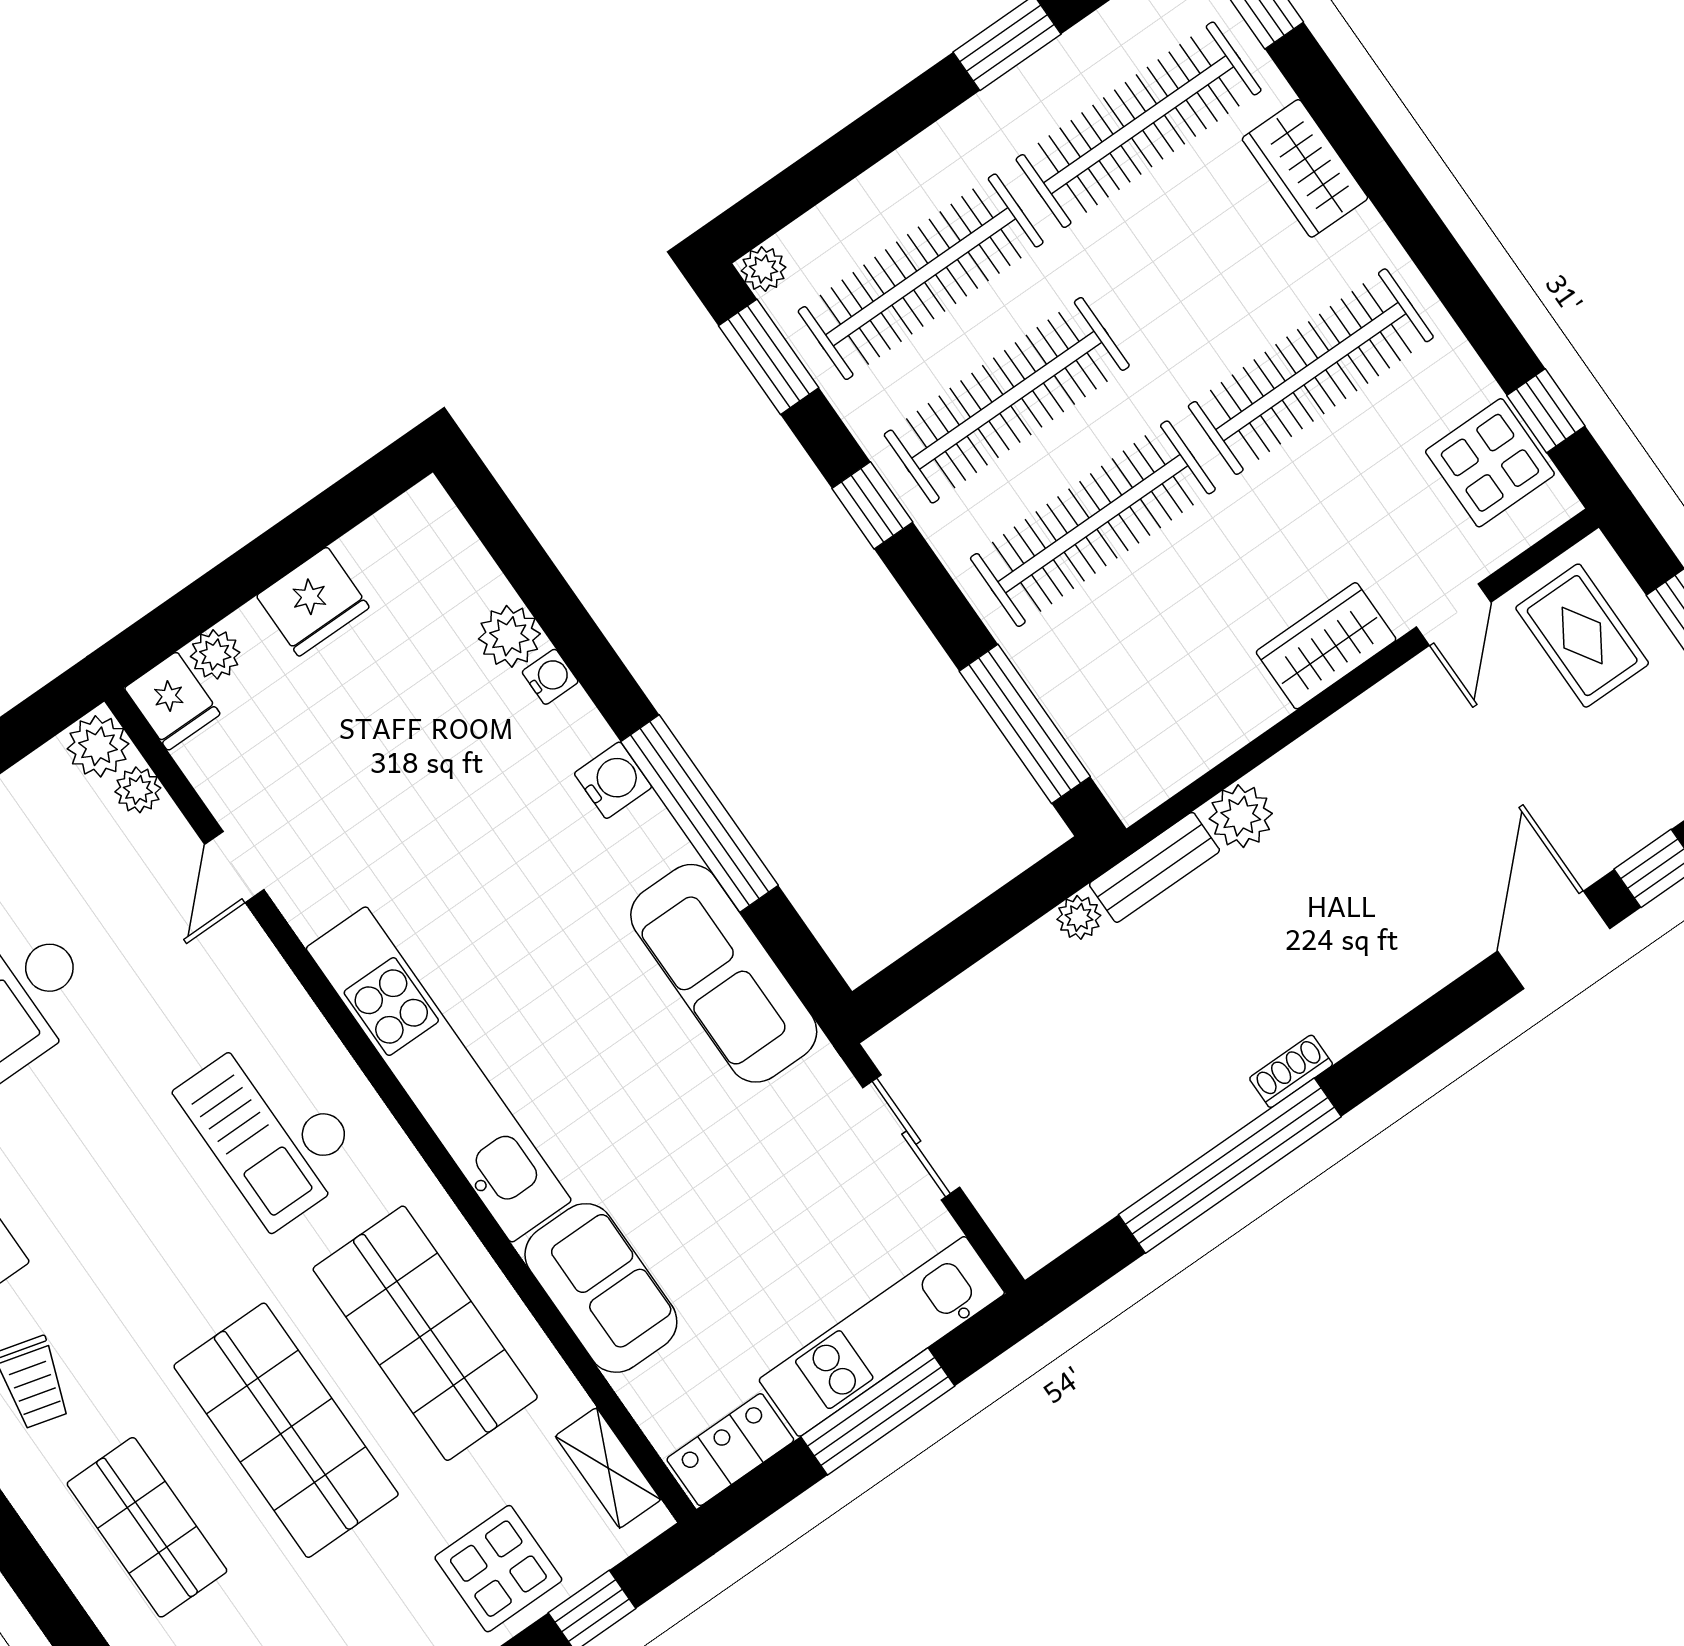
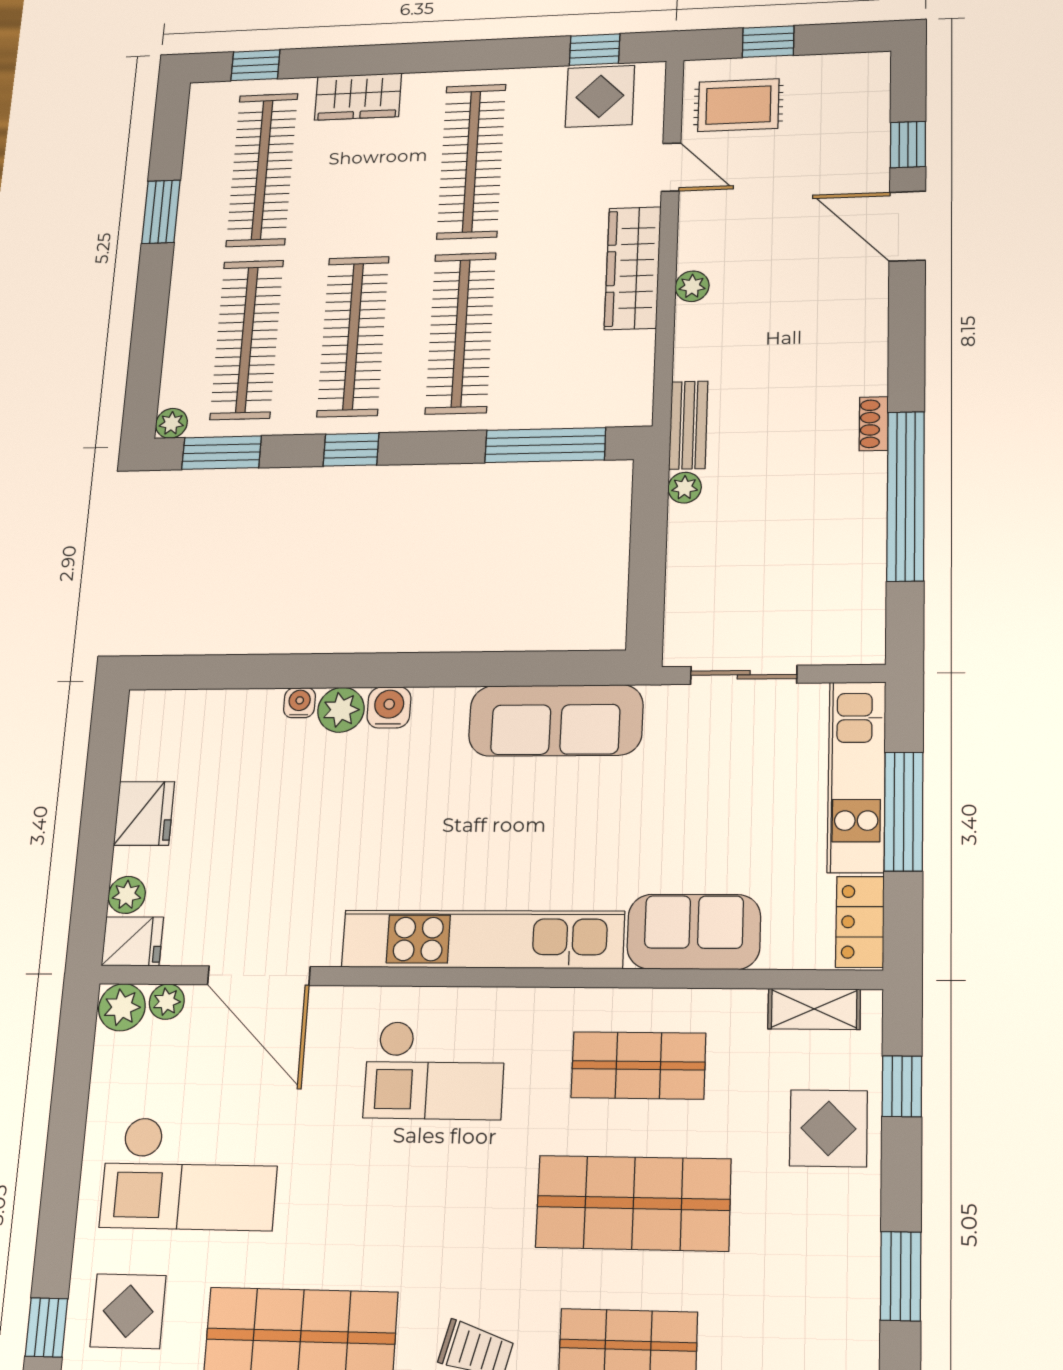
plant: (509, 636) -> (341, 710), moved
wardrobe: (1326, 646) -> (633, 268), width x1.50
window: (700, 813) -> (449, 669), removed
plant: (1241, 816) -> (692, 286), moved, width x0.73, depth x0.73
door: (234, 867) -> (259, 976), width x1.88
shop shelf: (425, 1333) -> (638, 1065), width x0.70, depth x0.74

